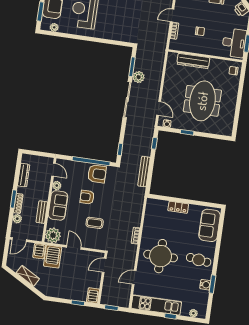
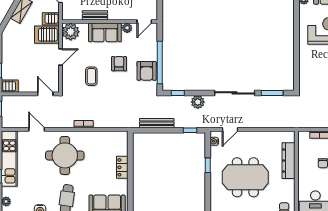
plant: (139, 77) -> (198, 102), moved

